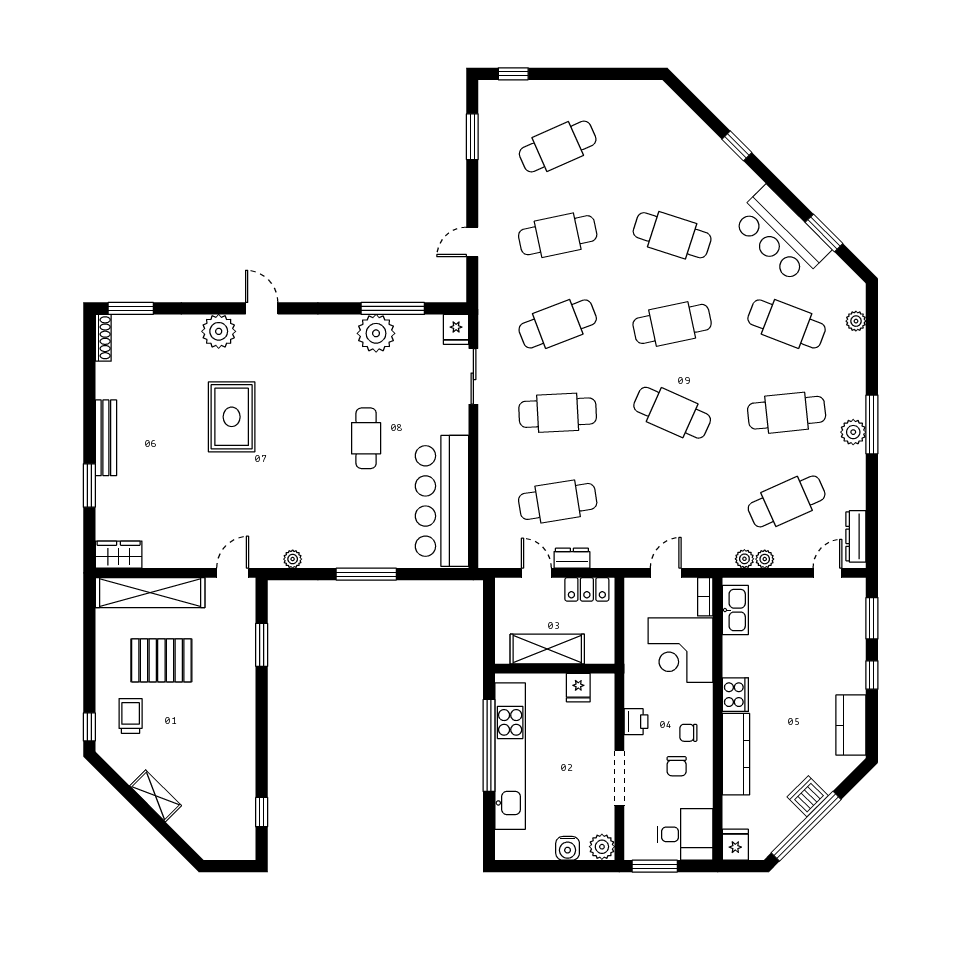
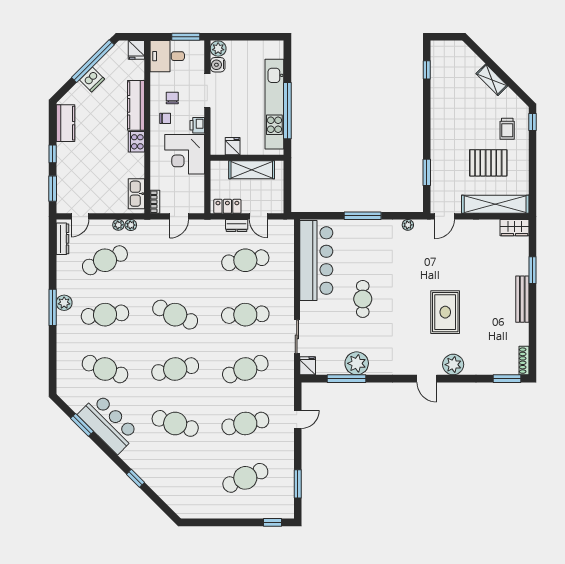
plant: (856, 321) -> (62, 371), removed
corner desk: (680, 650) -> (185, 154), moved, turned 180
water cooler: (568, 848) -> (218, 65), moved, turned -90

